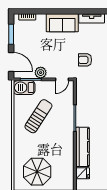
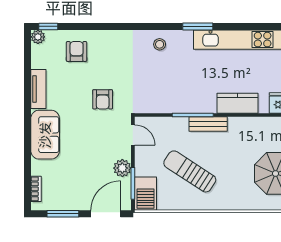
bench: (69, 128) -> (208, 124), added
kitchen counter: (83, 147) -> (237, 103), width x0.67

